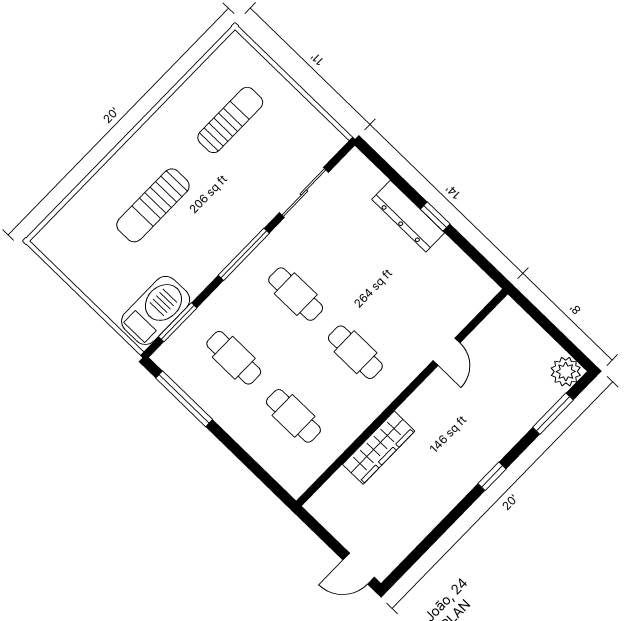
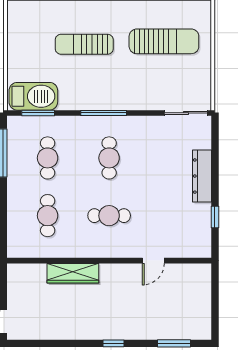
sun lounger: (230, 120) -> (164, 41), width x1.36, depth x1.34
sliding door: (304, 192) -> (186, 113), moved
window: (435, 216) -> (215, 217), moved
cafe table: (355, 352) -> (109, 216), turned 90
plant: (566, 372) -> (201, 329), removed

